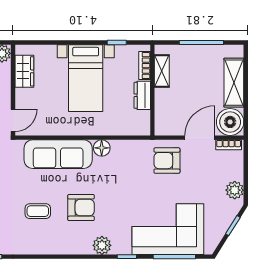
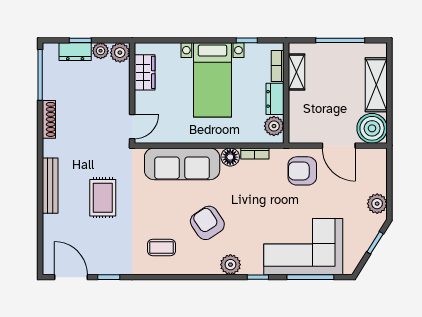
plant: (141, 120) -> (274, 126), added
door: (200, 138) -> (339, 146), swing flipped
bookcase: (229, 145) -> (255, 153), moved
armchair: (81, 208) -> (207, 223), turned -124
coffee table: (38, 211) -> (161, 247), moved

